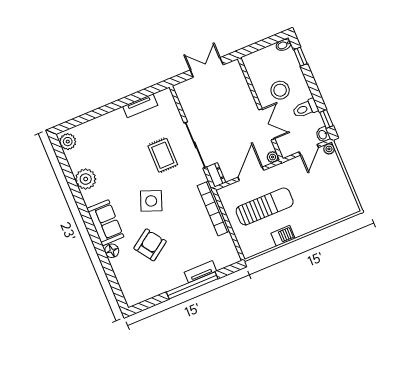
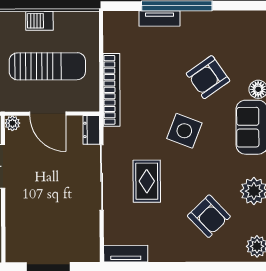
tv unit: (140, 106) -> (126, 254), moved
armchair: (110, 149) -> (209, 216), added
door: (251, 174) -> (48, 114), hinge flipped
sun lounger: (265, 206) -> (47, 66), turned 180

